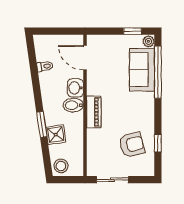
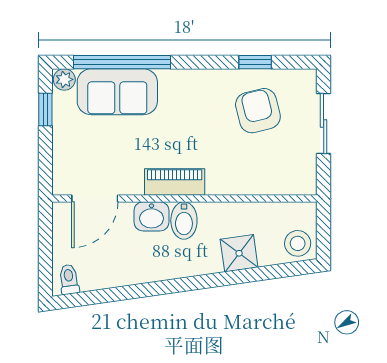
toilet: (45, 66) -> (69, 279), moved
piano: (94, 112) -> (175, 182), moved
window: (42, 124) -> (220, 279), removed
sliding door: (112, 180) -> (324, 123), moved

